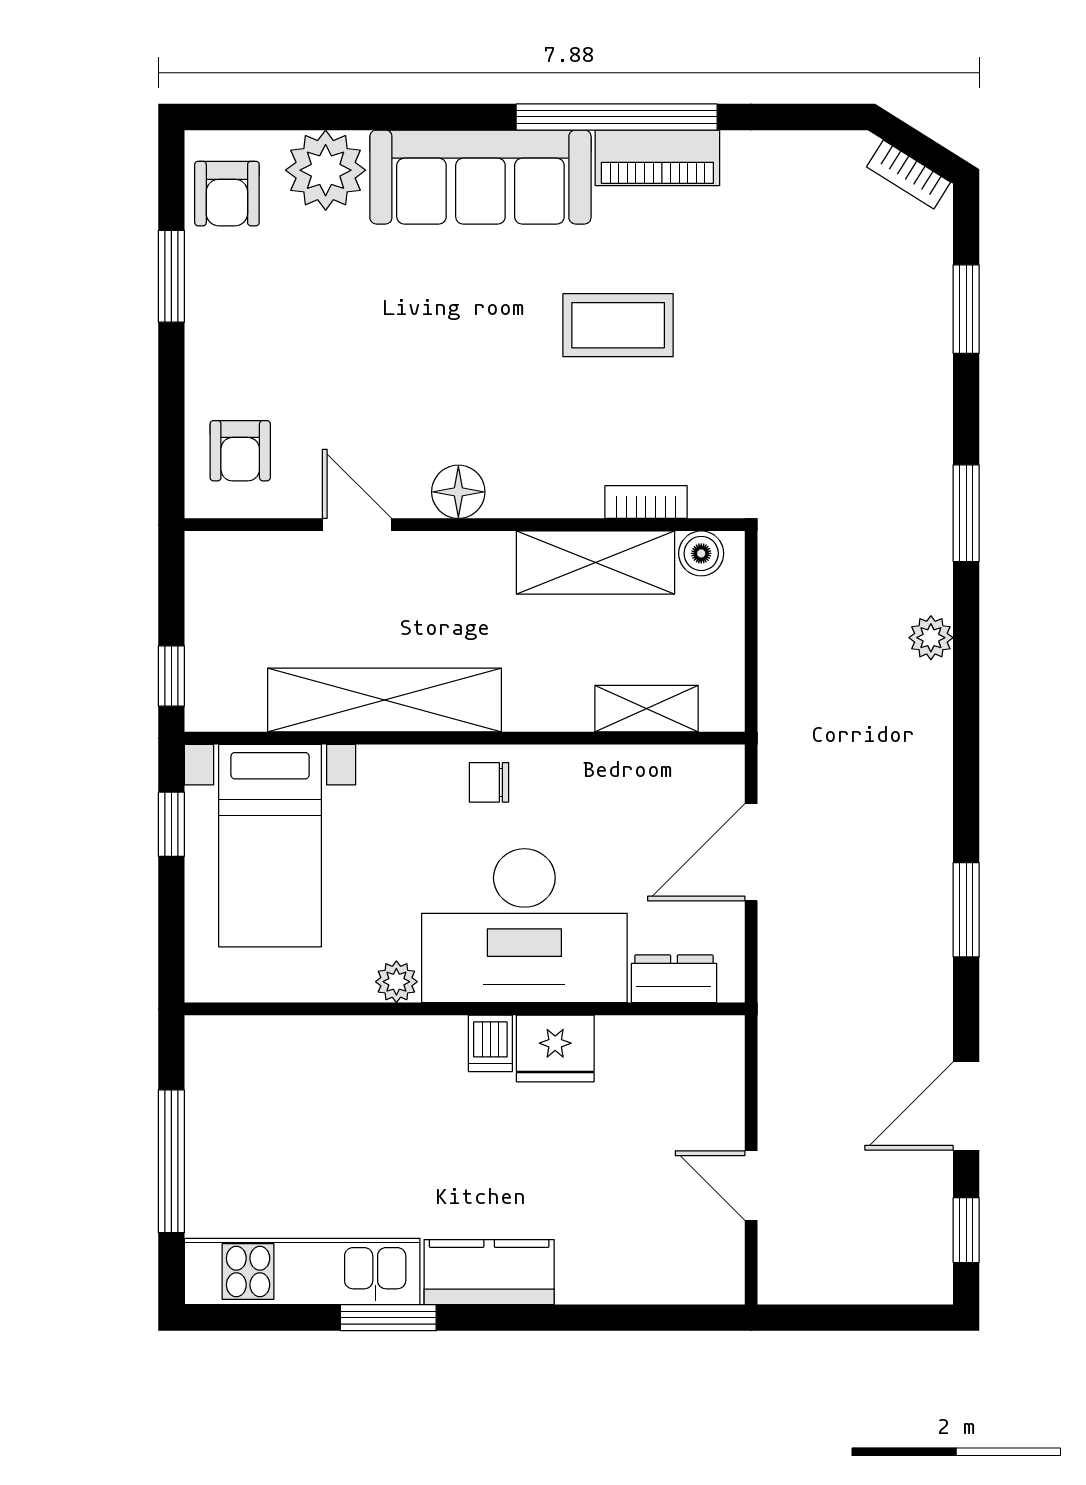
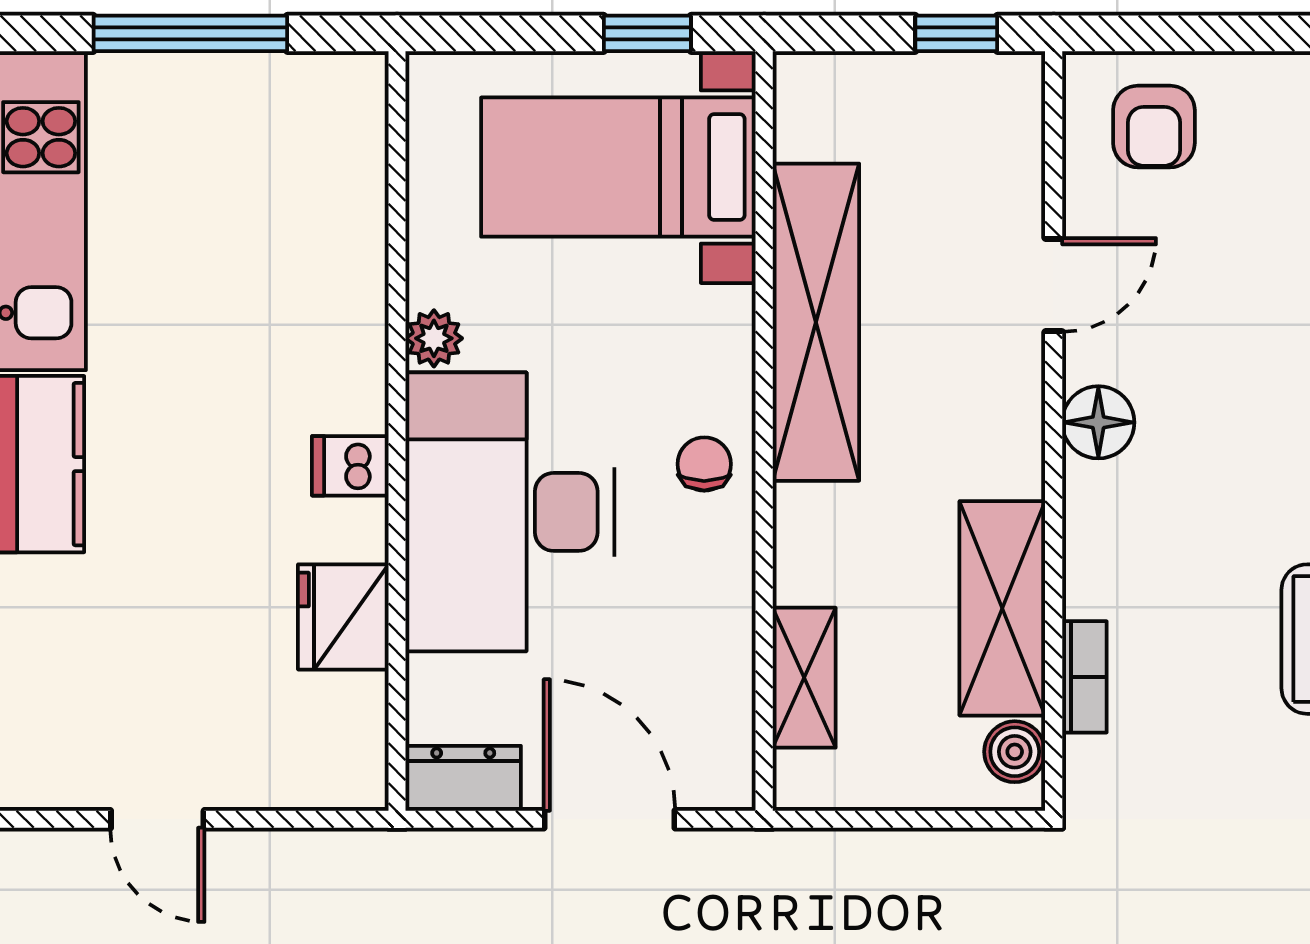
armchair: (240, 451) -> (1154, 127), turned -90
window: (171, 676) -> (956, 33), moved
dresser: (674, 979) -> (463, 778), moved, turned -90
fridge: (555, 1049) -> (343, 617), moved
door: (751, 1186) -> (157, 819), swing flipped

